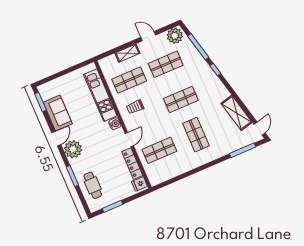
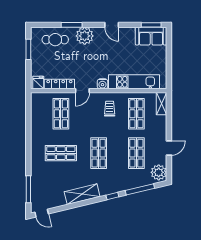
shelving: (127, 53) -> (162, 104), moved
sofa: (58, 113) -> (151, 36), moved
shelving: (237, 113) -> (82, 194), moved
door: (129, 140) -> (82, 91), hinge flipped
plant: (73, 149) -> (85, 36), moved

